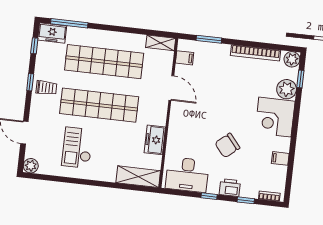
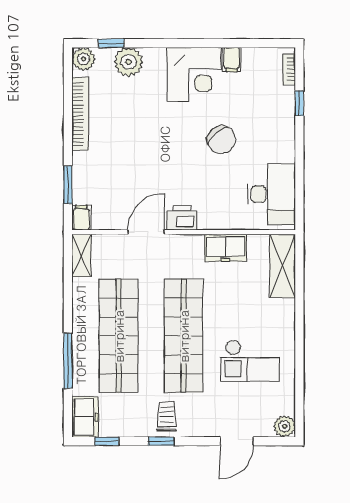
window: (69, 23) -> (68, 361), moved
filing cabinet: (185, 58) -> (81, 218), moved
corner desk: (275, 117) -> (194, 74), moved
printer: (230, 188) -> (182, 218), moved, turned 90
window: (209, 196) -> (299, 158), removed

